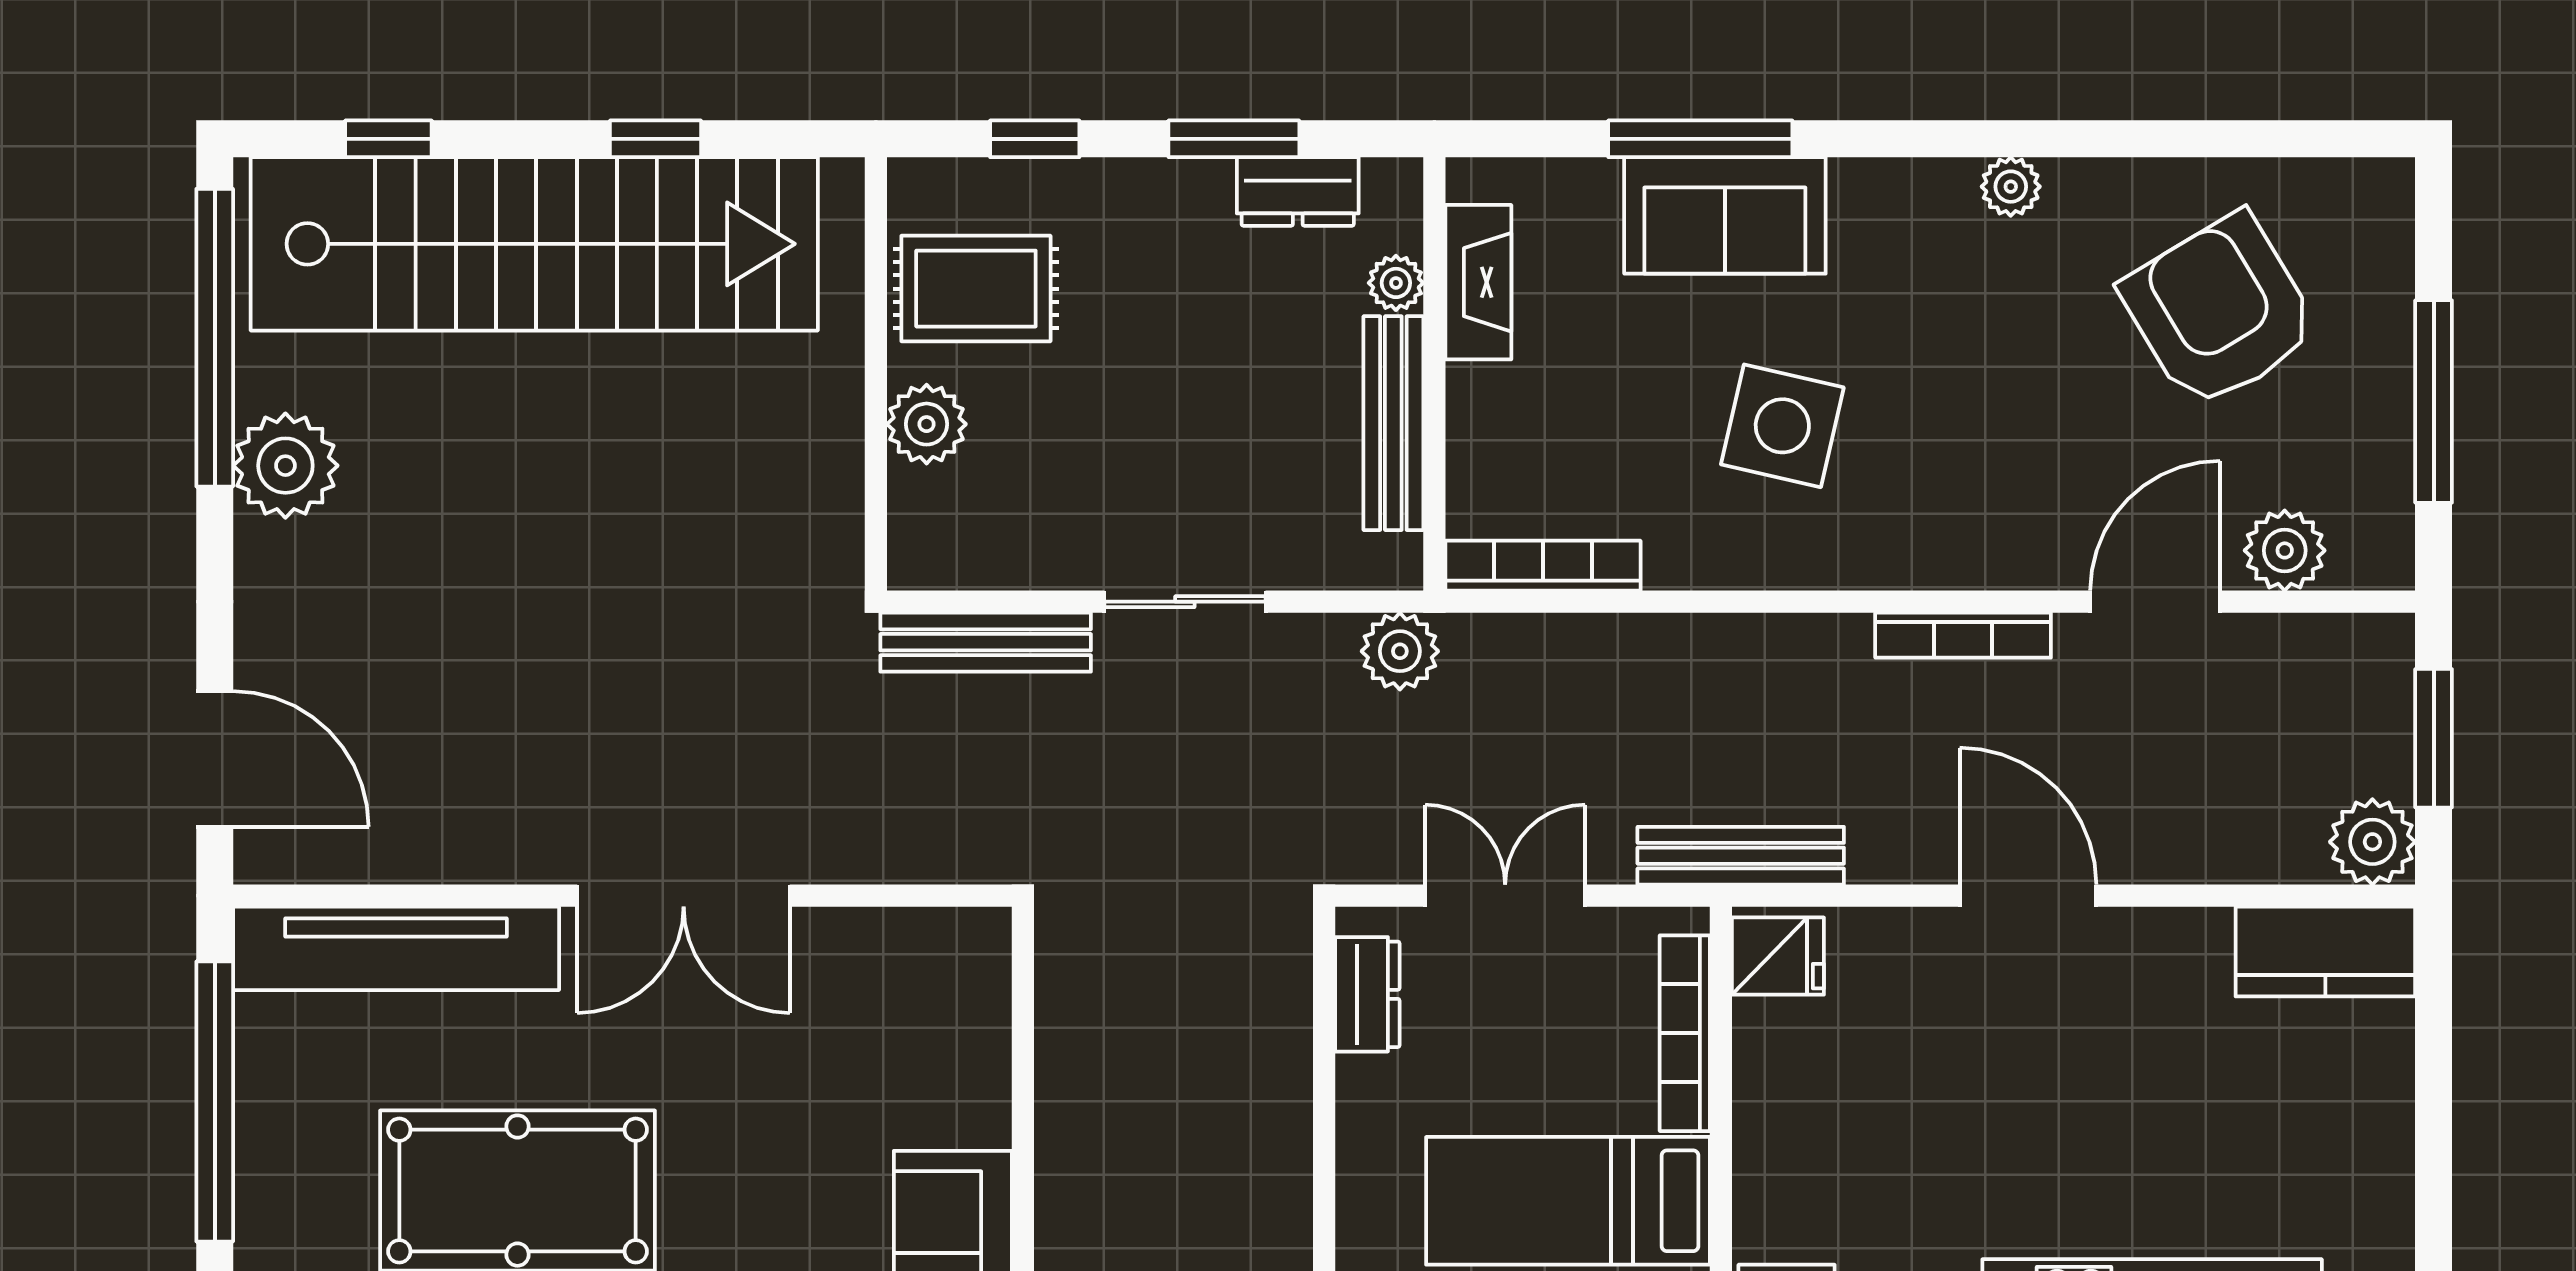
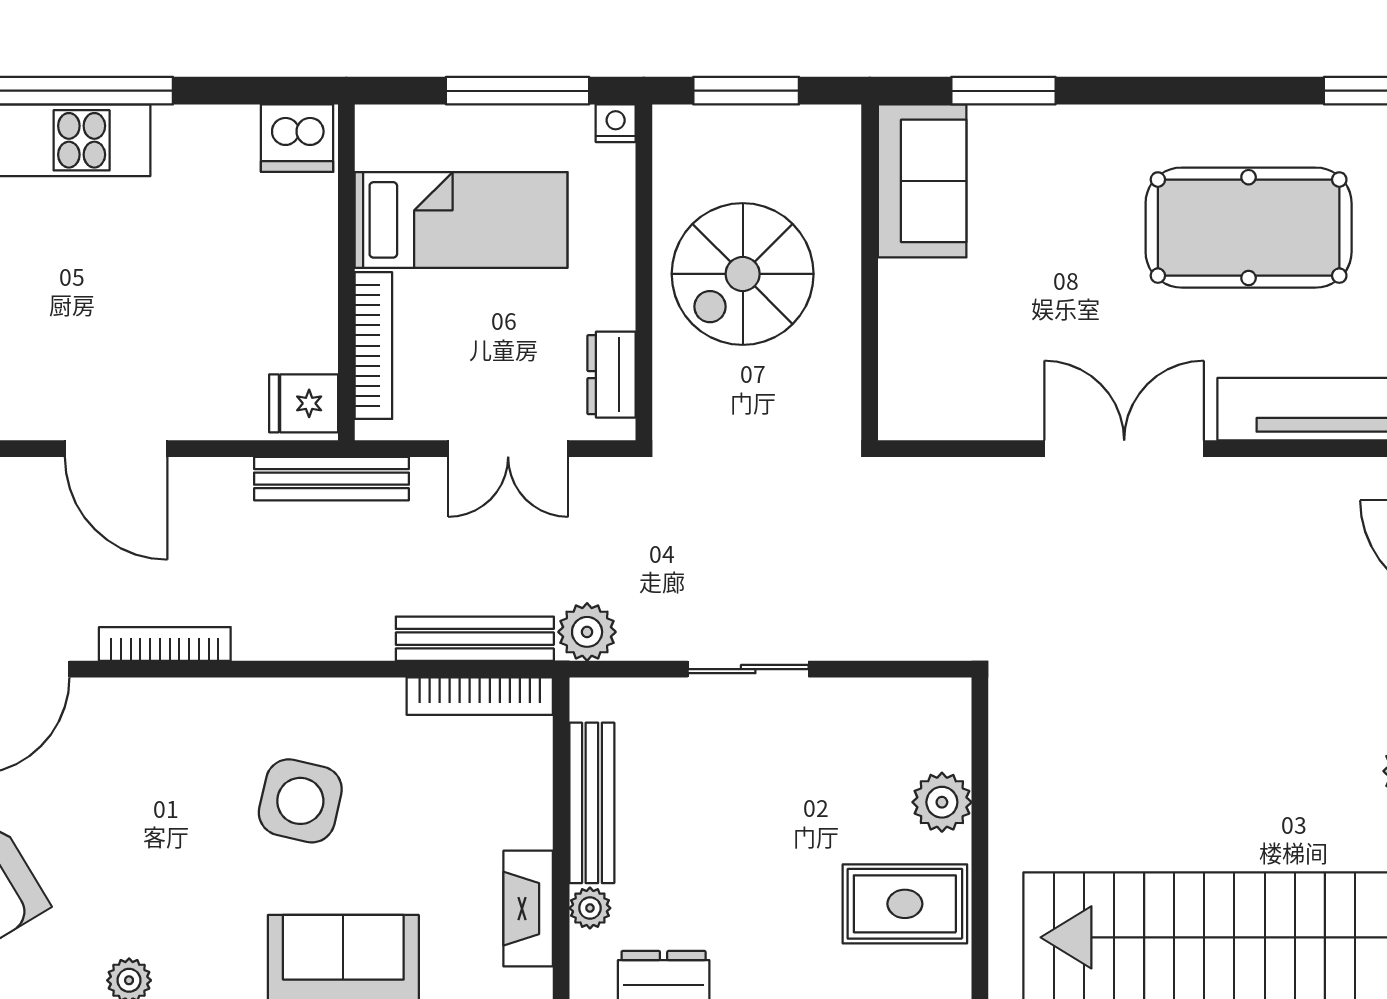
bench: (986, 642) -> (475, 639), moved
spiral stairs: (1192, 1129) -> (743, 274), added

